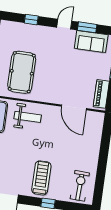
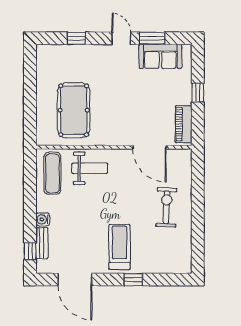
door: (64, 24) -> (121, 38), hinge flipped
exercise bike: (80, 186) -> (166, 207), moved

